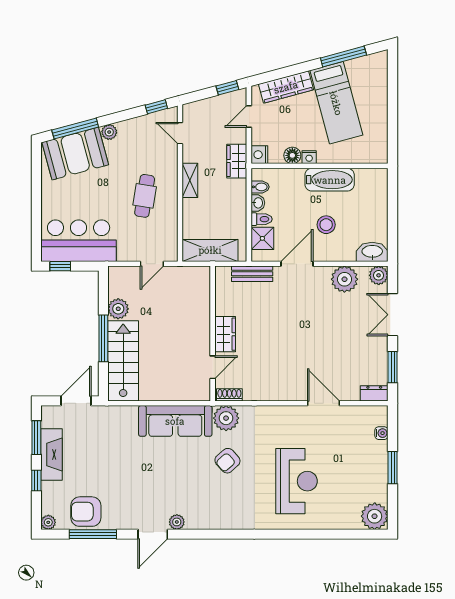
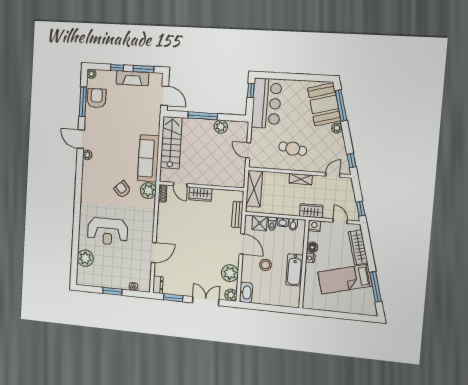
stairs: (123, 361) -> (171, 143), moved, turned -90
plant: (375, 516) -> (85, 258), moved

